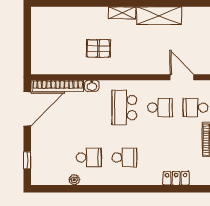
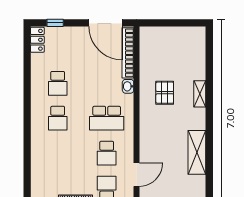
shelving: (122, 13) -> (200, 94), moved
school desk: (124, 108) -> (107, 118), turned 180
locker: (176, 178) -> (37, 40), moved
plant: (74, 180) -> (36, 69), removed

